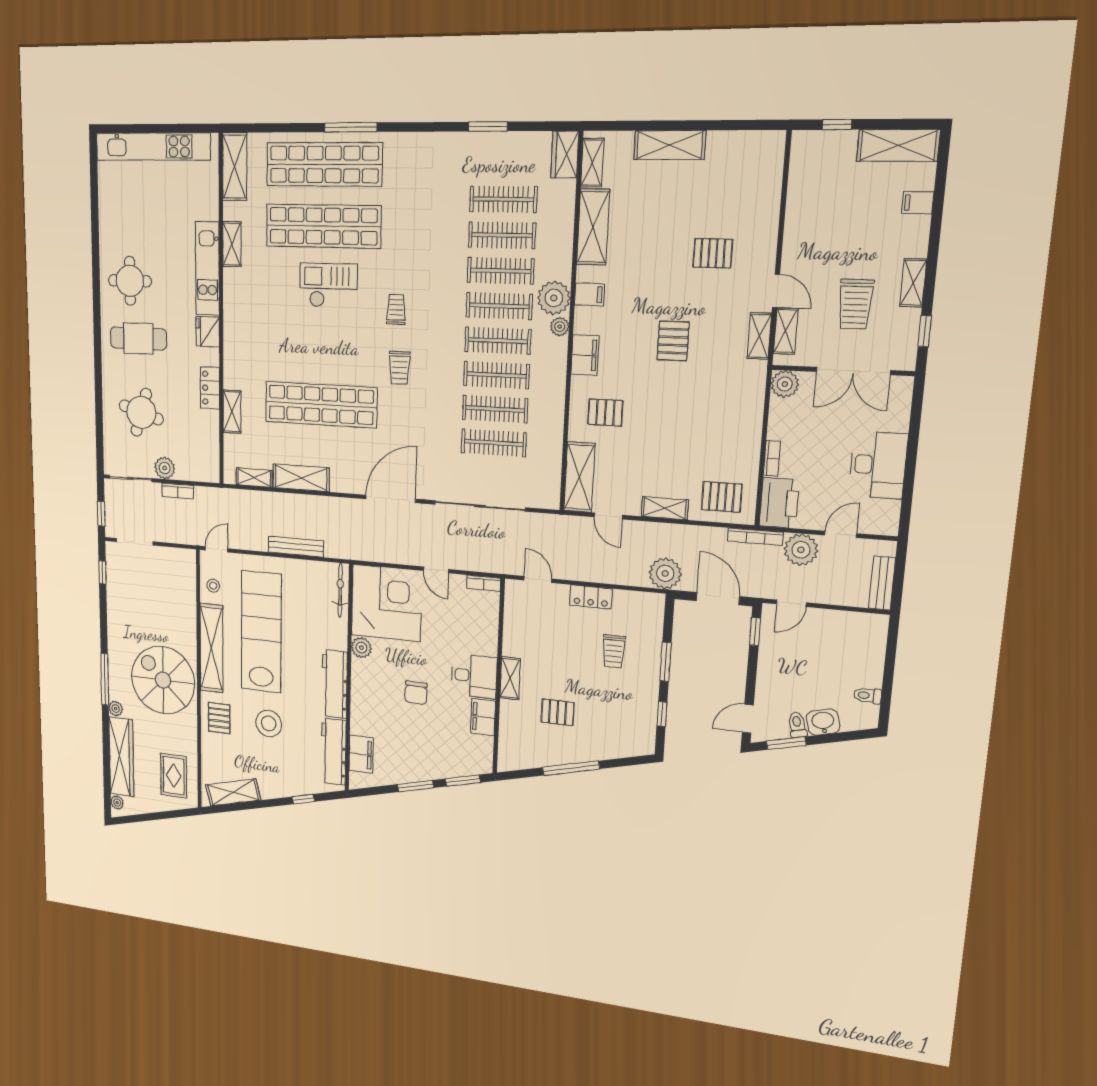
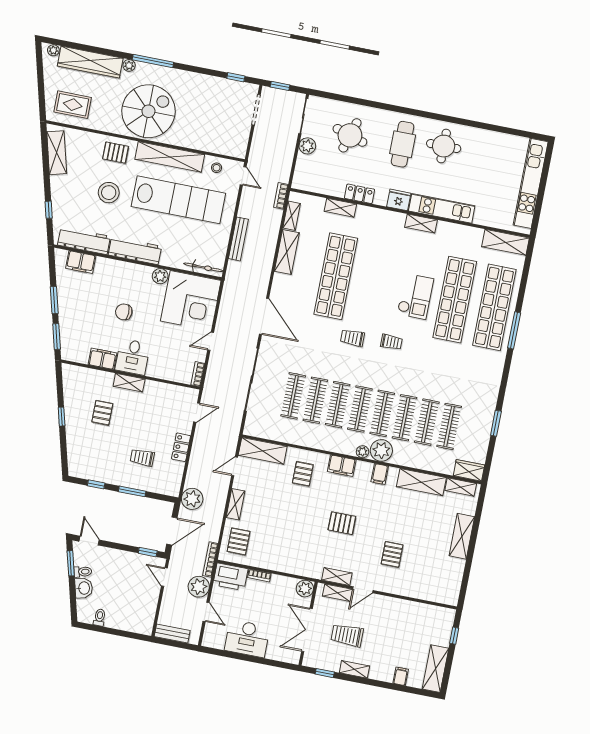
shelving: (232, 244) -> (421, 224), moved
bookcase: (178, 491) -> (281, 196), moved
window: (571, 768) -> (62, 417), width x0.46

